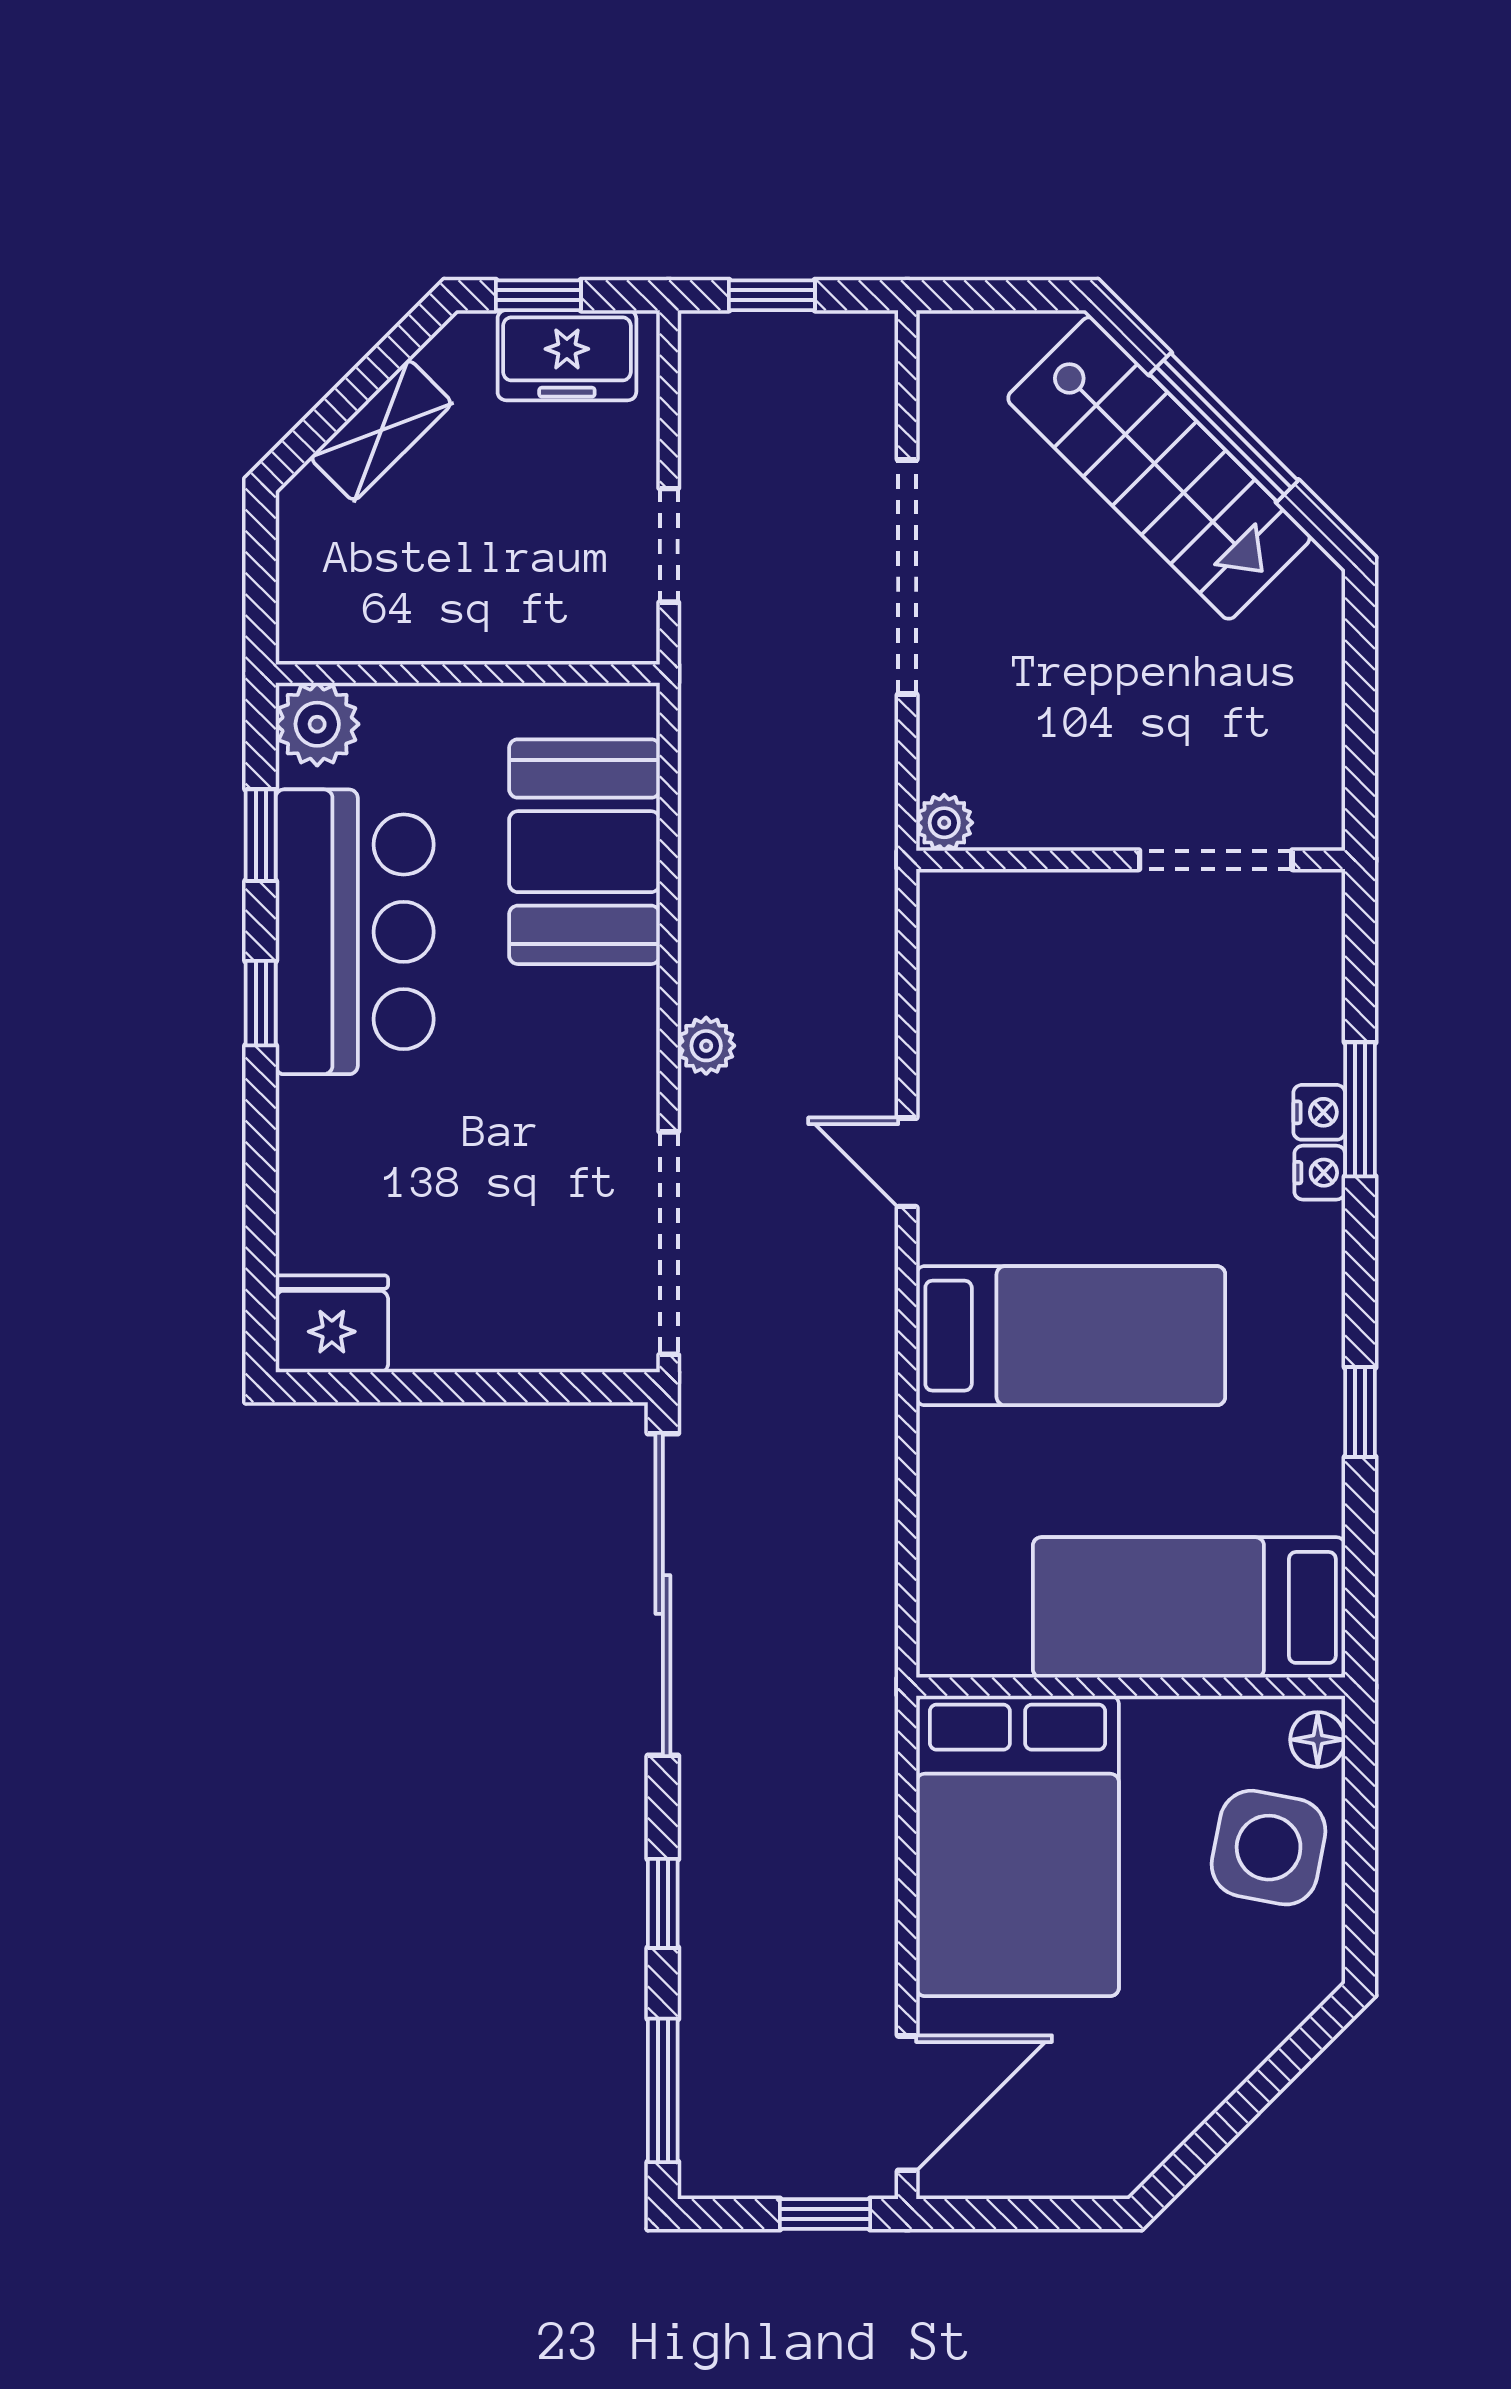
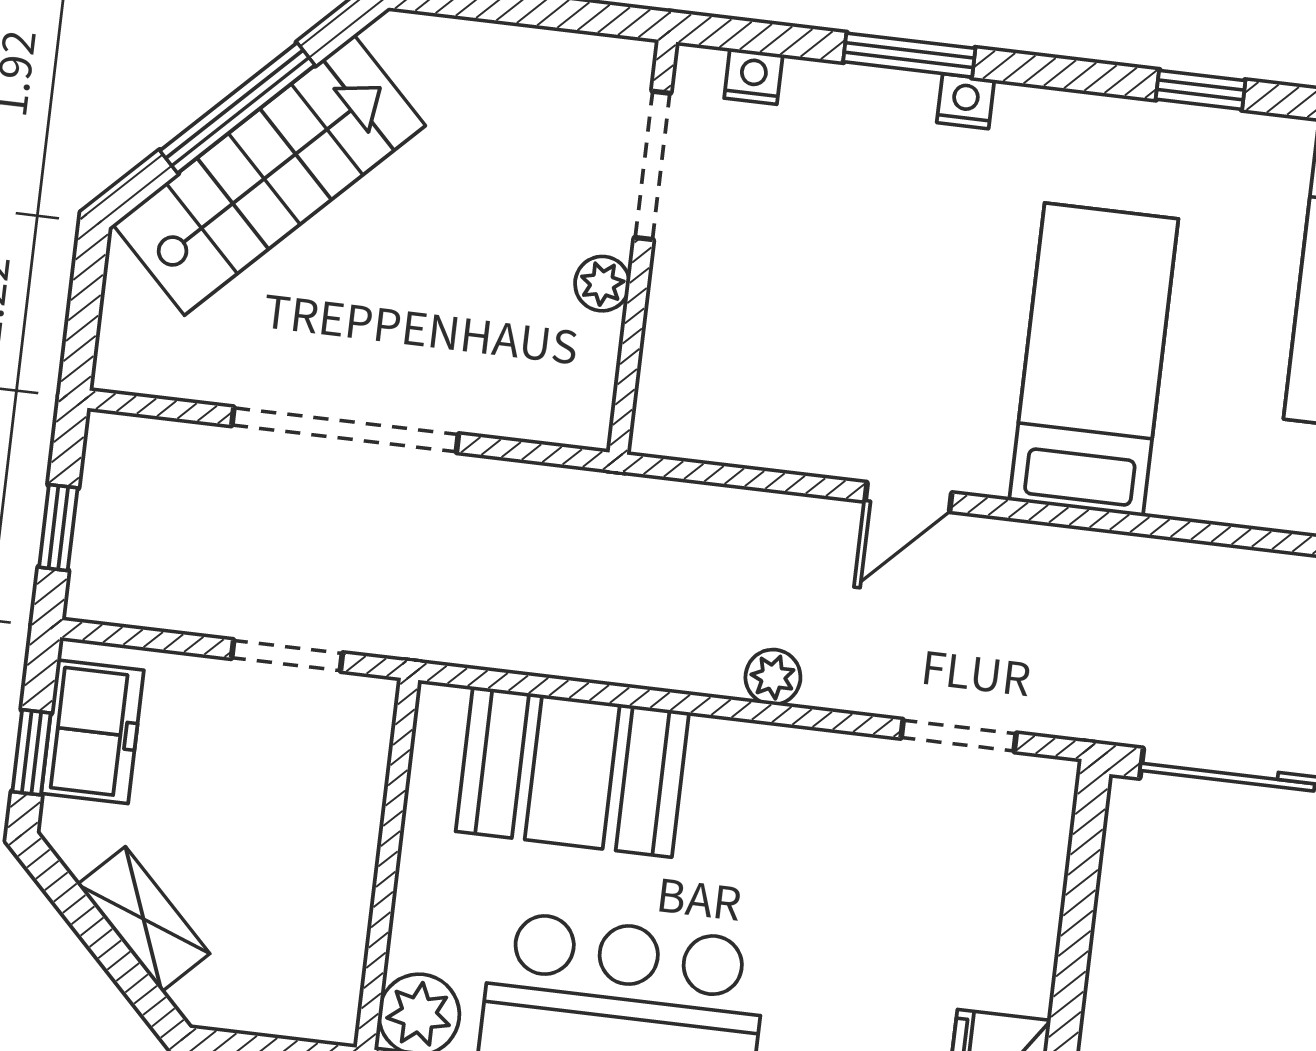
plant: (944, 823) -> (602, 284), moved
nightstand: (1319, 1112) -> (753, 76), moved
doorway: (669, 1243) -> (959, 736), width x0.53

